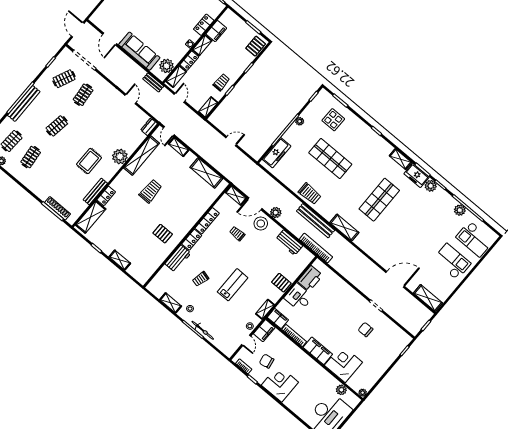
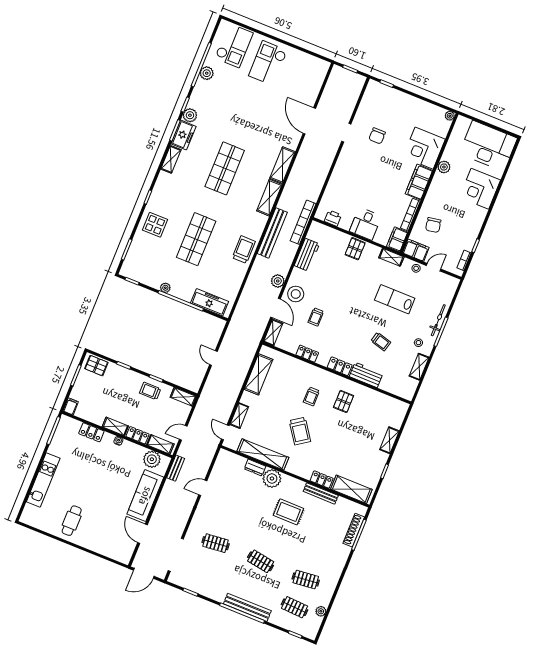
filing cabinet: (216, 31) -> (71, 406), moved, width x0.50
door: (110, 39) -> (142, 534), swing flipped
clothes rail: (64, 79) -> (204, 571), removed
display table: (333, 120) -> (155, 225), moved
dresser: (149, 127) -> (255, 468), moved
door: (169, 131) -> (225, 432), swing flipped
trolley: (150, 191) -> (300, 431), turned -125
shop shelf: (379, 200) -> (225, 168), turned 90
trolley: (175, 209) -> (311, 396), added
locker: (207, 221) -> (307, 354), width x0.66
printer: (310, 278) -> (333, 218), width x0.53, depth x0.68
lab bench: (233, 285) -> (395, 299), moved
shelving: (428, 298) -> (282, 165), moved
chair: (267, 361) -> (433, 225), moved
corner desk: (280, 384) -> (480, 189), moved
plant: (341, 390) -> (444, 167), moved

